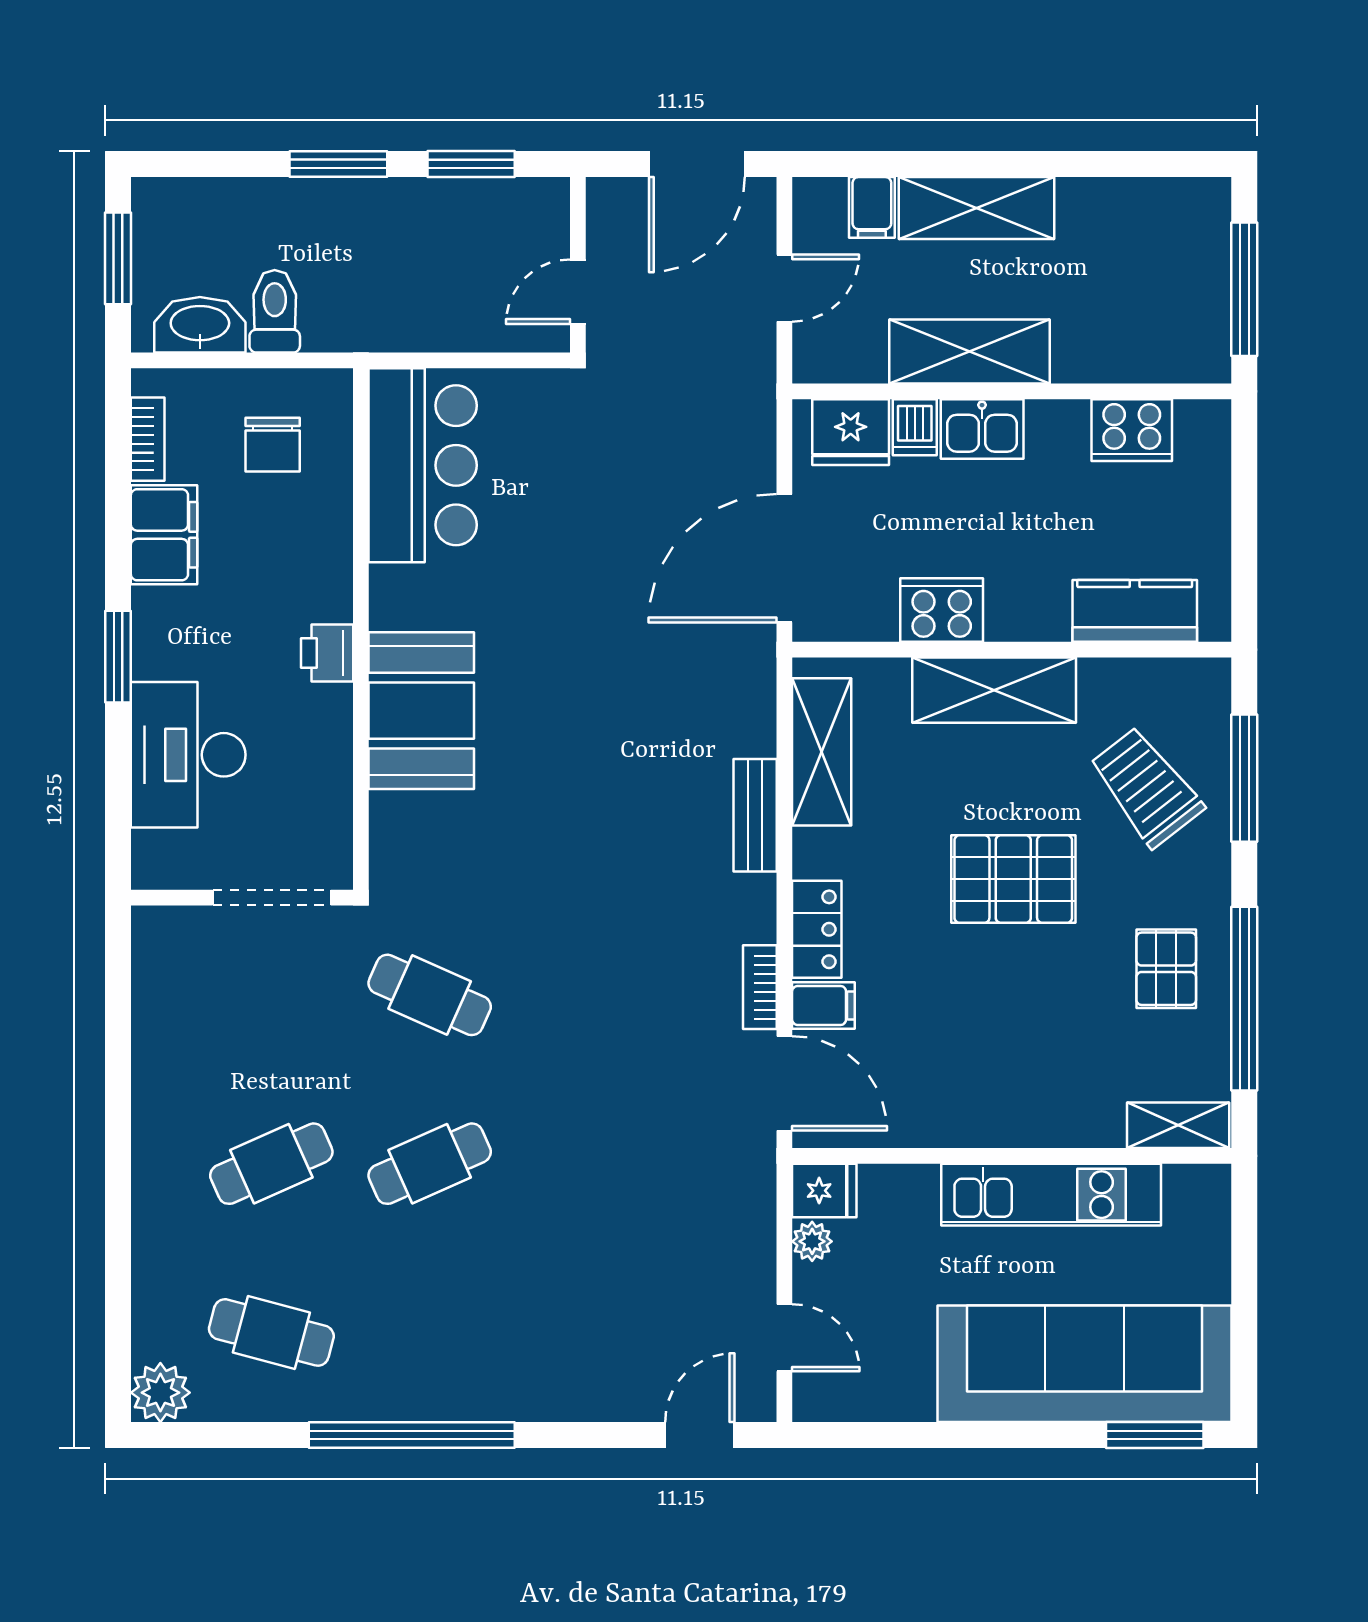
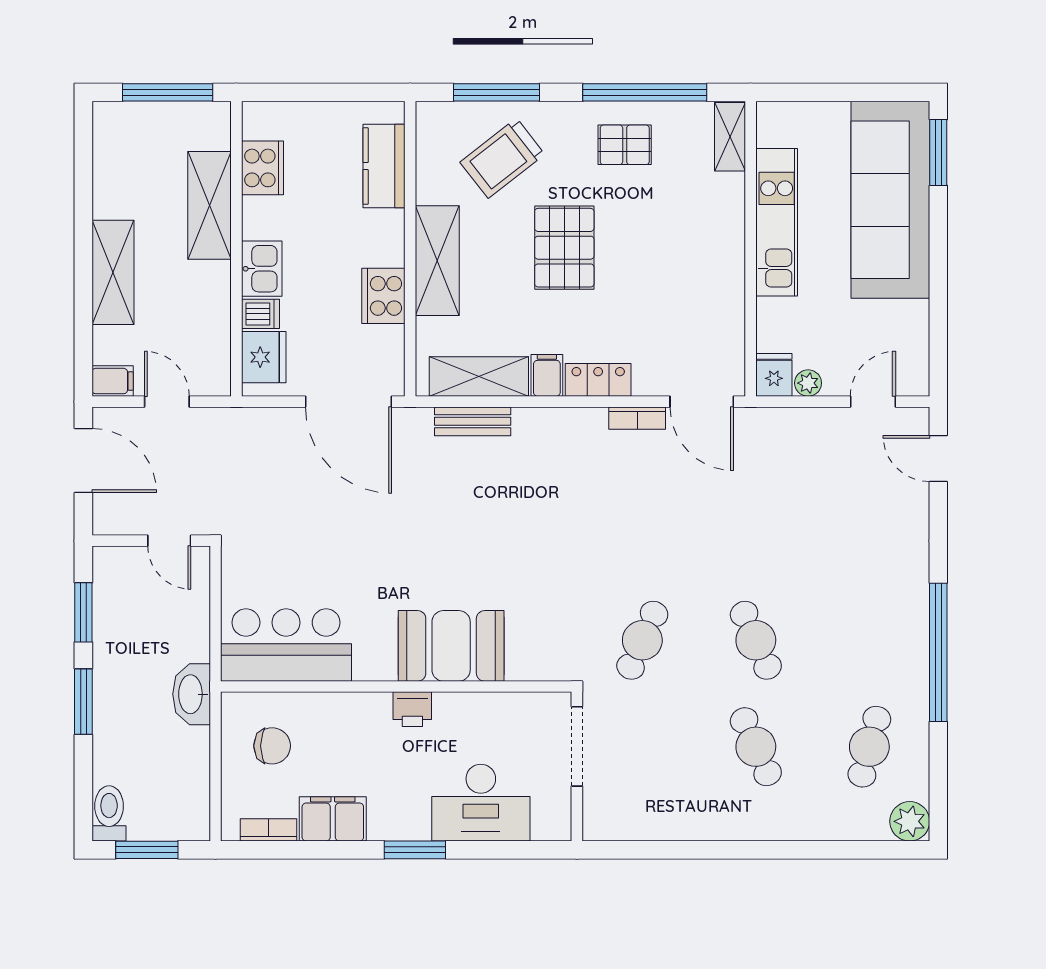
filing cabinet: (872, 207) -> (113, 381), moved
toilet: (275, 311) -> (109, 813), moved, turned 90
washbasin: (200, 325) -> (192, 694), moved
shelving: (969, 352) -> (210, 205), moved
bench: (755, 815) -> (473, 421), moved
filing cabinet: (823, 1005) -> (547, 375), moved
door: (784, 1083) -> (702, 402), swing flipped

